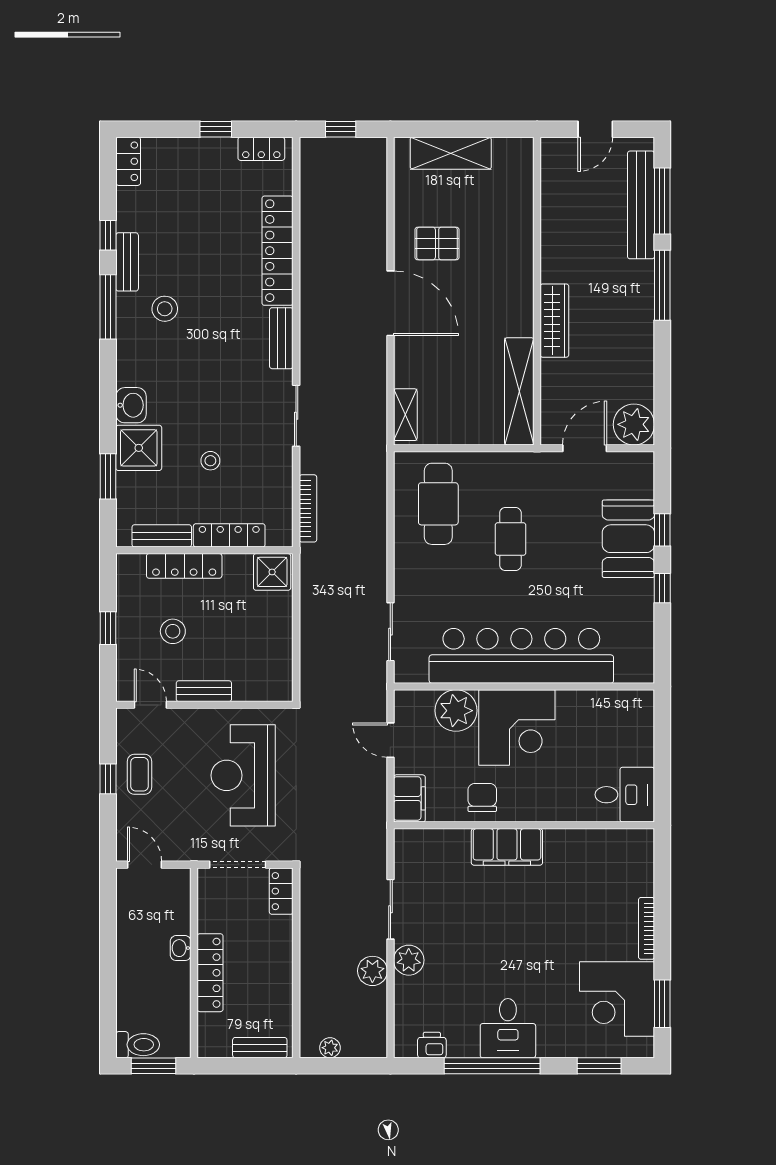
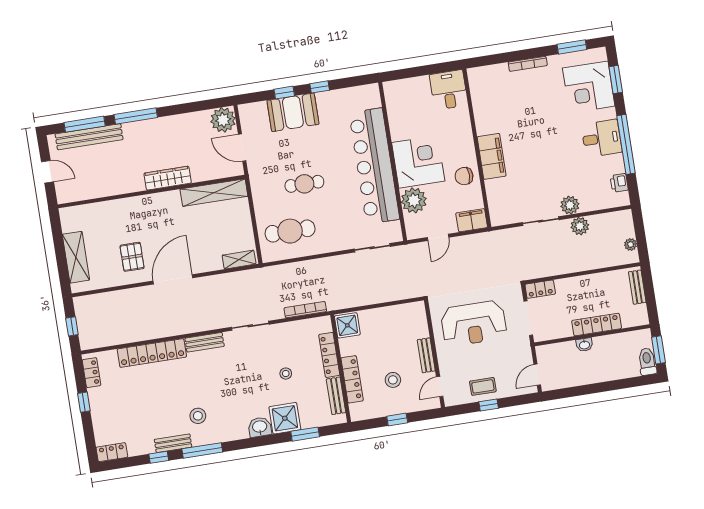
corner desk: (617, 999) -> (589, 87), moved, turned 90

